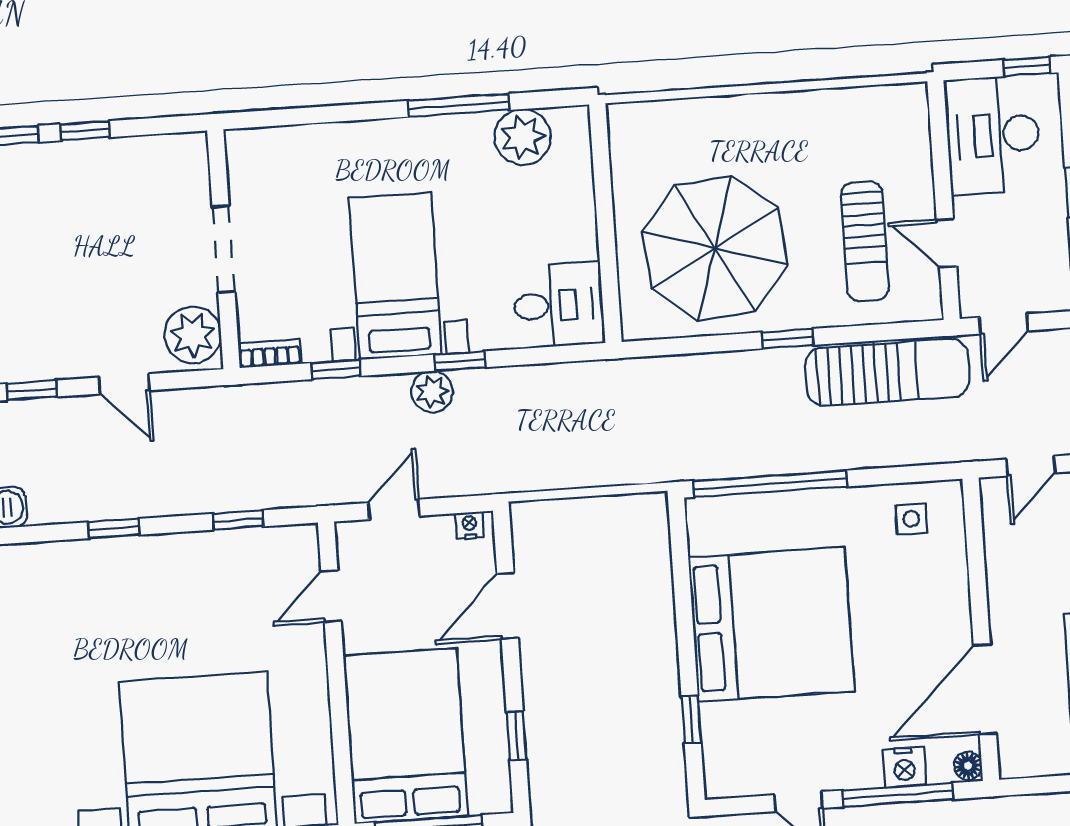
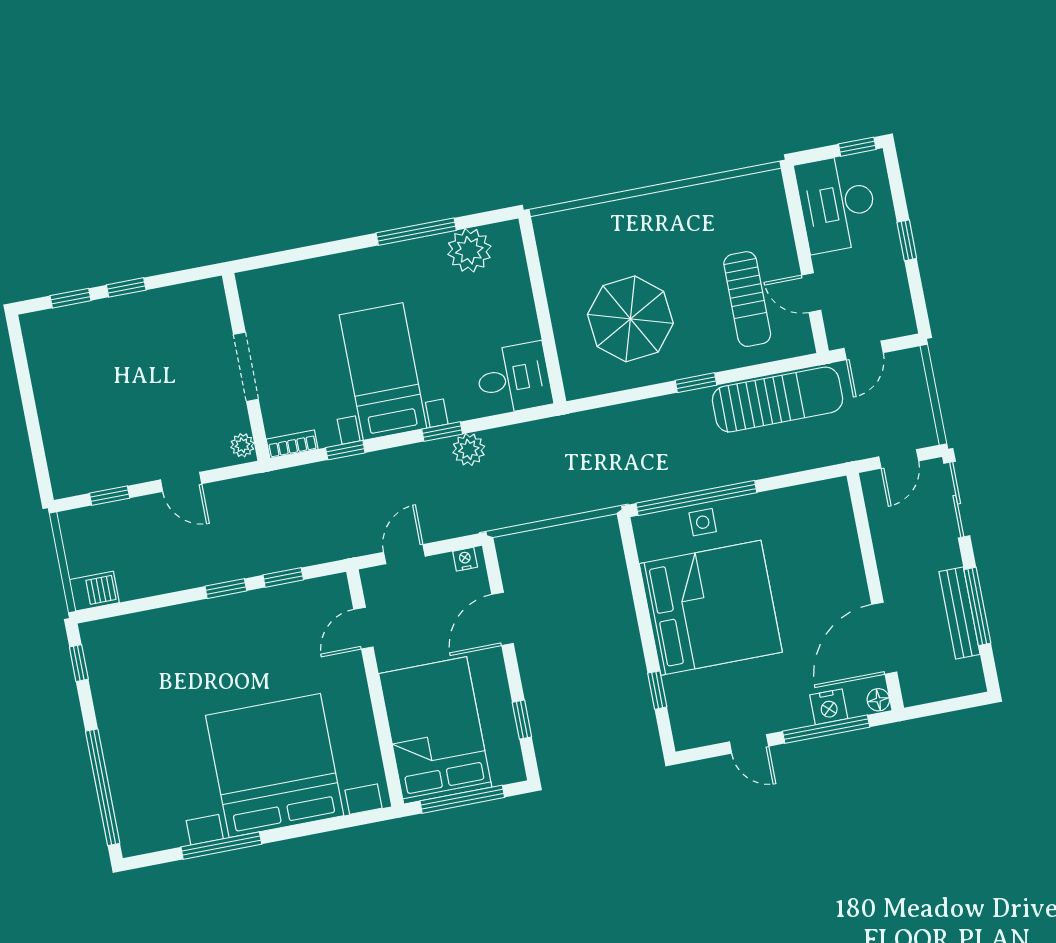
parasol: (715, 248) -> (630, 319), width x0.73, depth x0.73
plant: (193, 335) -> (242, 445), width x0.53, depth x0.53
plant: (432, 392) -> (469, 449), moved
side table: (911, 519) -> (703, 522), moved
window: (114, 528) -> (226, 589), moved

